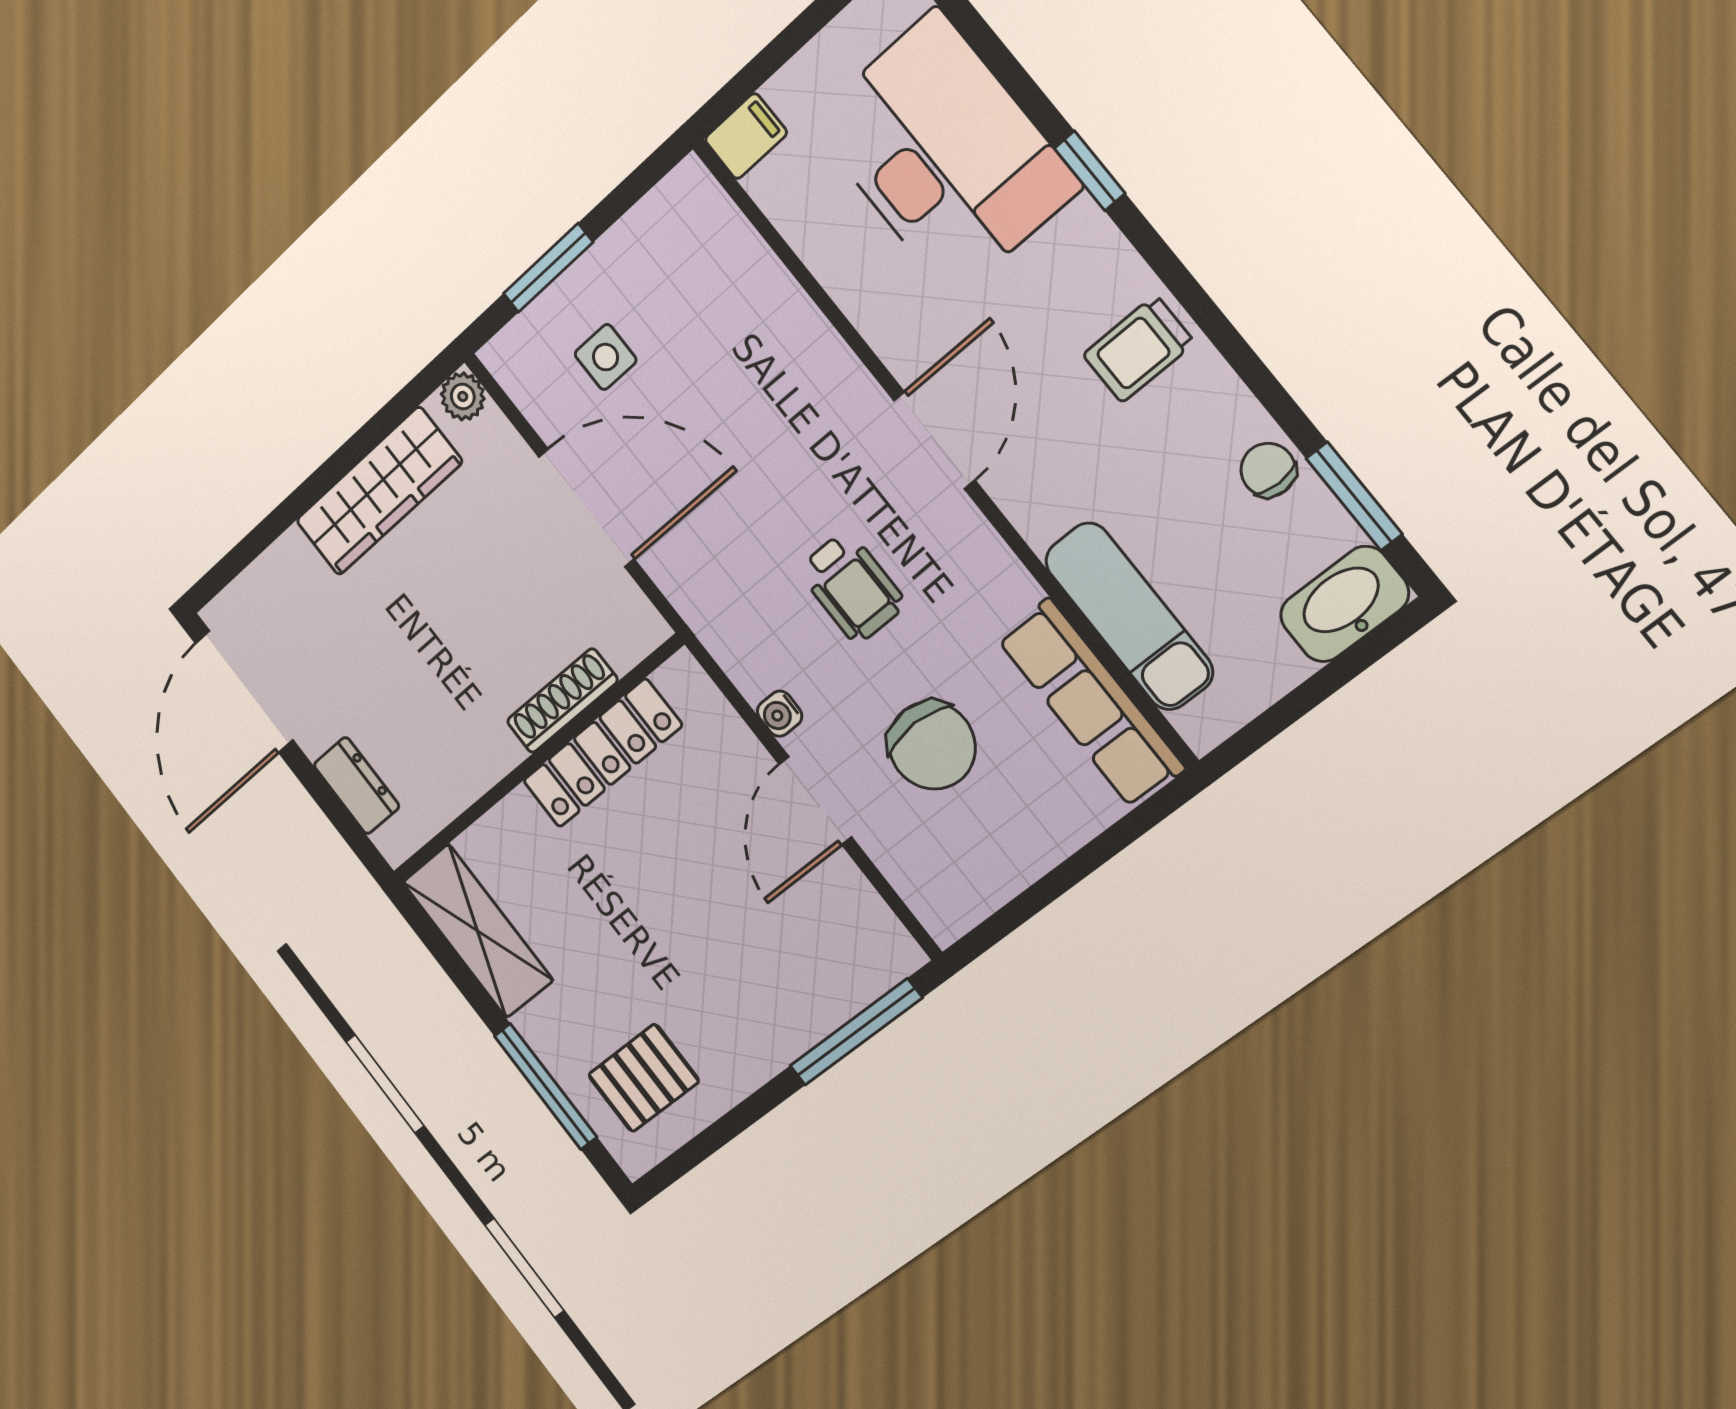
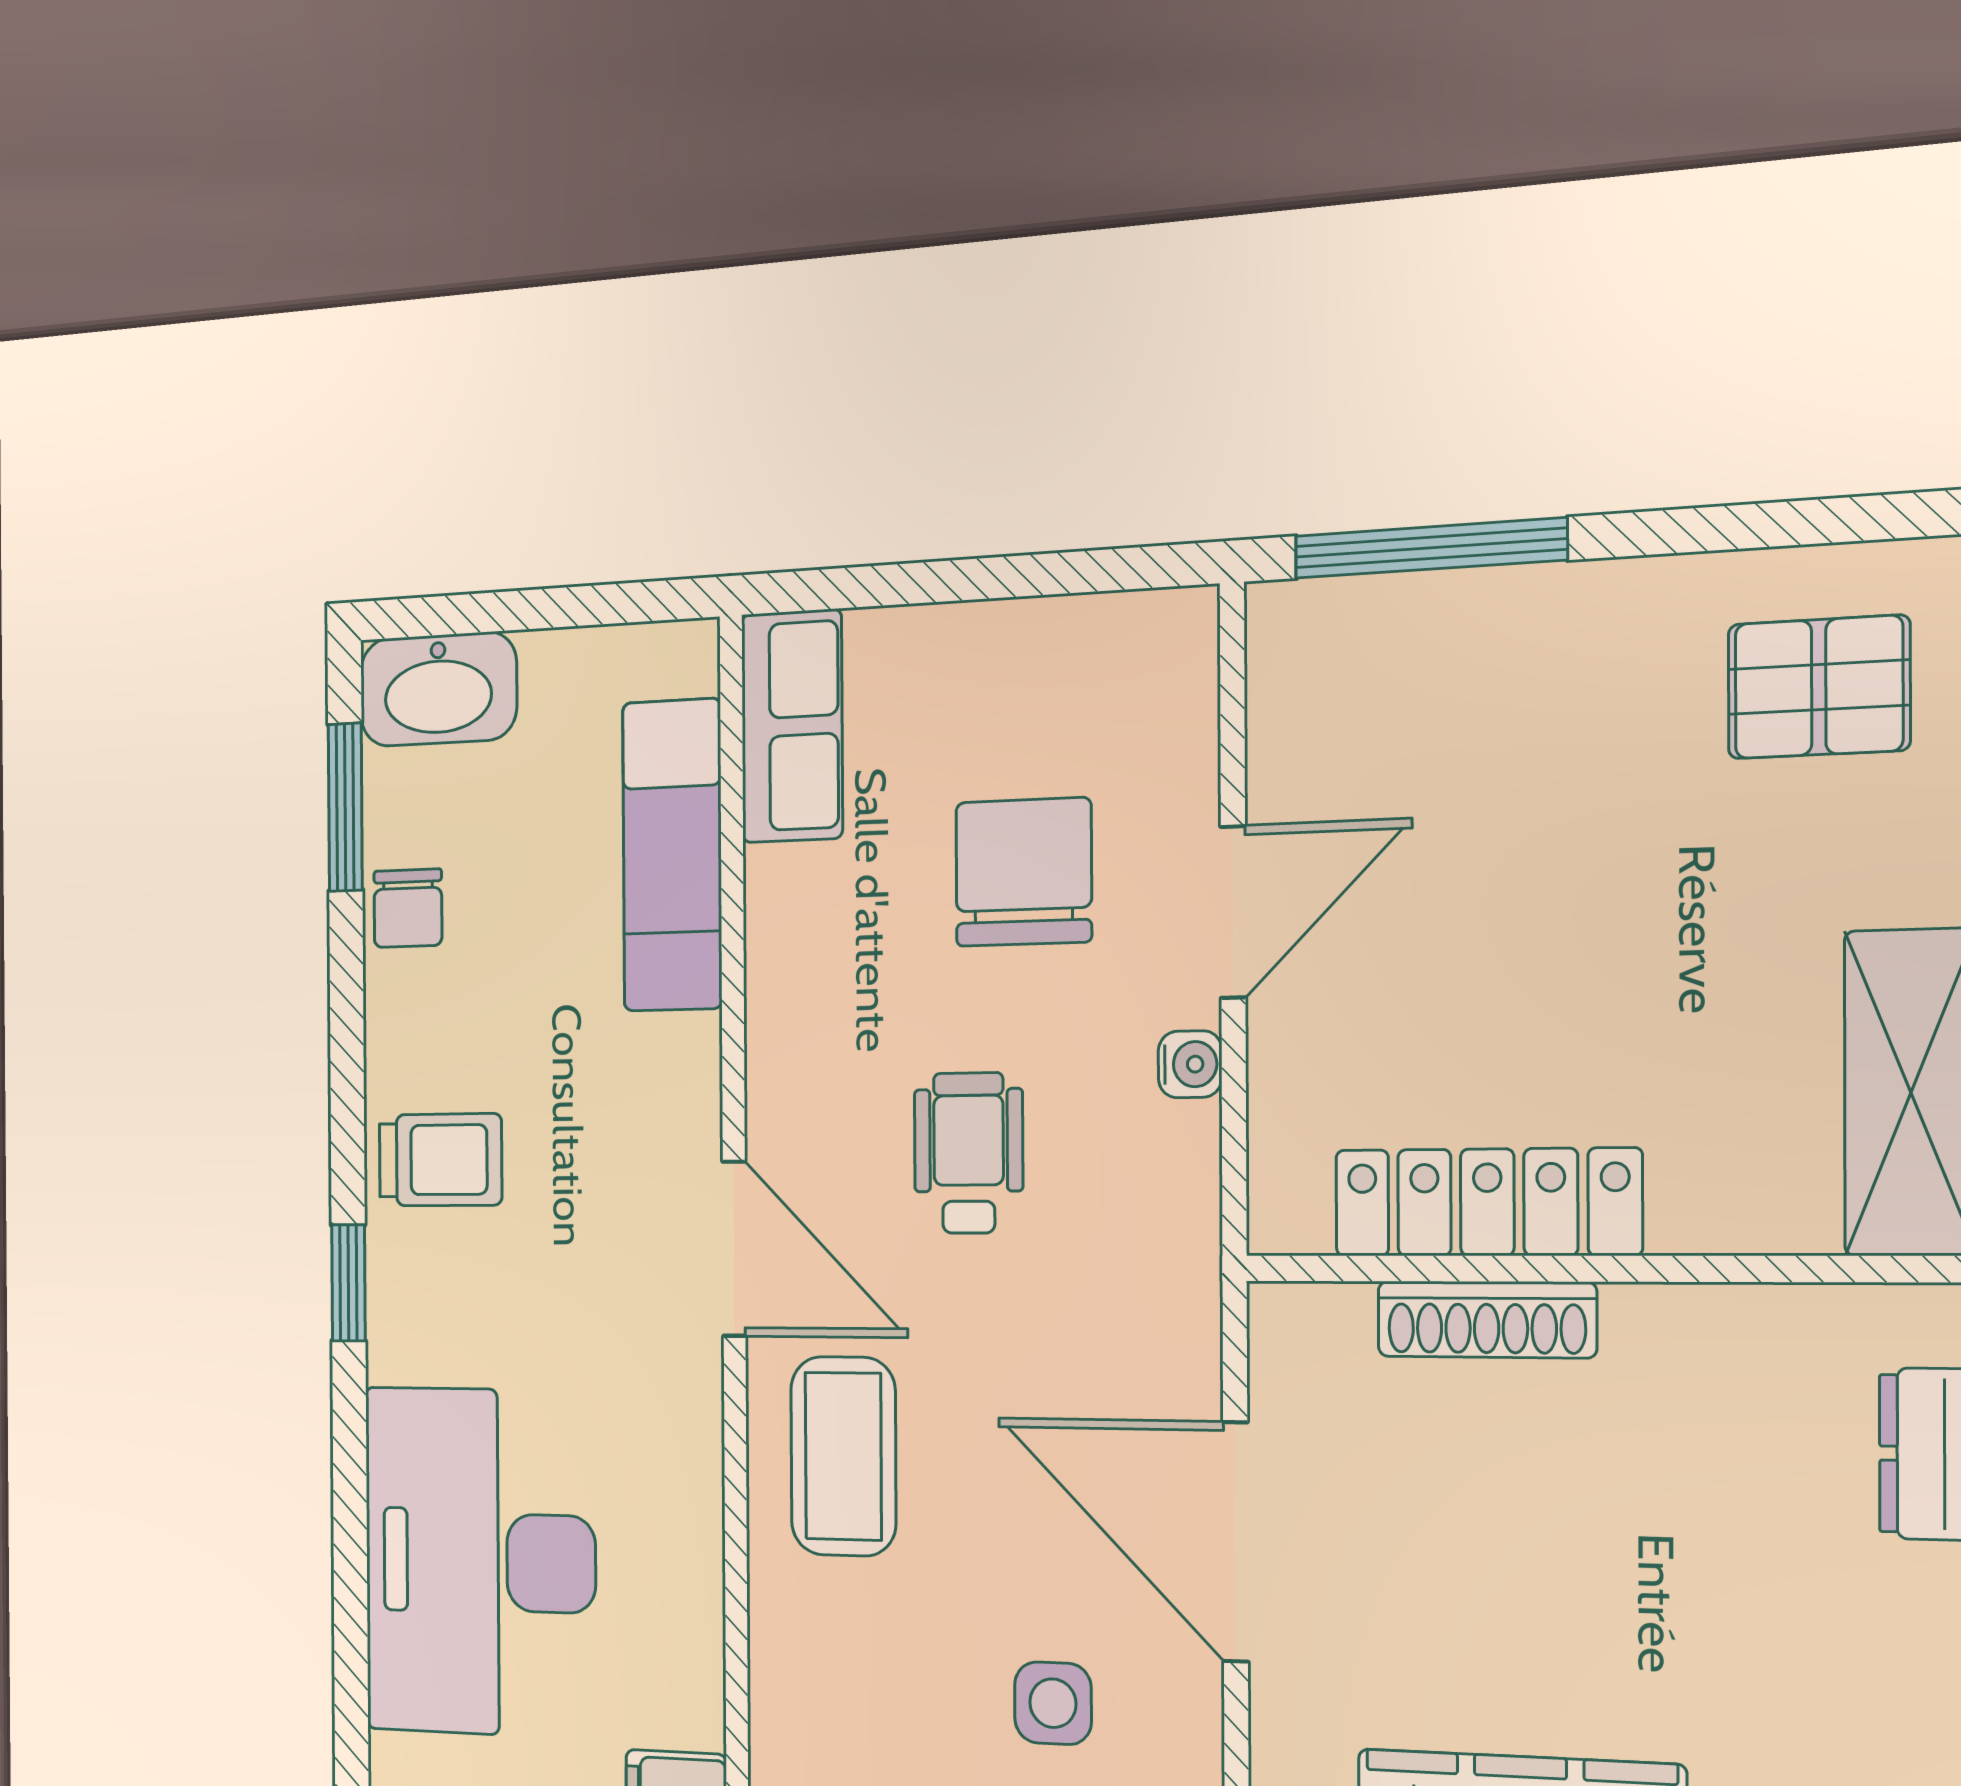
window: (1090, 171) -> (348, 1283), moved
coffee table: (796, 385) -> (843, 1456), added
door: (934, 440) -> (734, 1249), swing flipped
row of seats: (1091, 703) -> (792, 726), width x0.68

